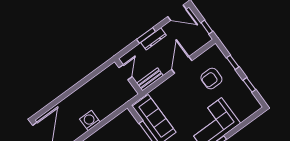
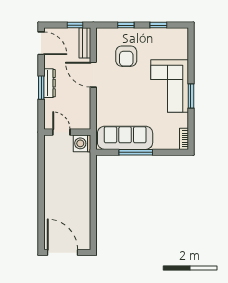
door: (177, 13) -> (41, 43), hinge flipped
bench: (150, 79) -> (85, 43), moved
washing machine: (90, 120) -> (82, 143), moved

